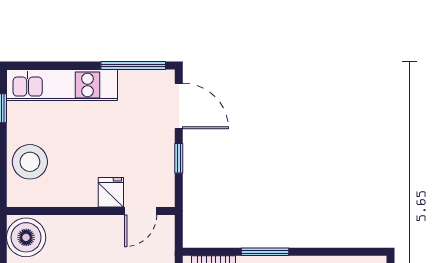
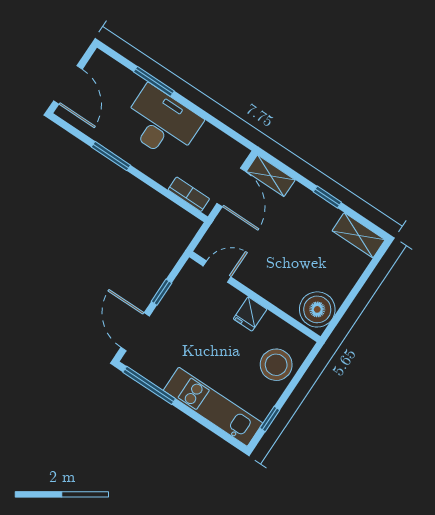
fridge: (111, 192) -> (250, 314), moved
window: (265, 252) -> (111, 156), moved

